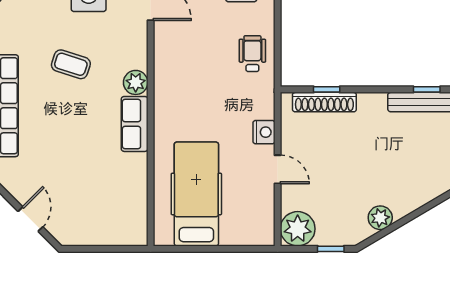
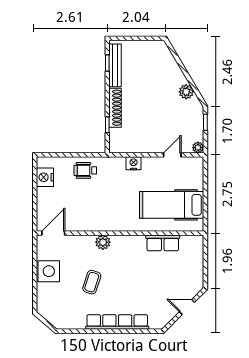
shoe rack: (324, 102) -> (115, 108), moved
row of seats: (135, 124) -> (163, 243), moved
door: (278, 169) -> (172, 155), moved
plant: (298, 229) -> (198, 148), width x0.53, depth x0.53

